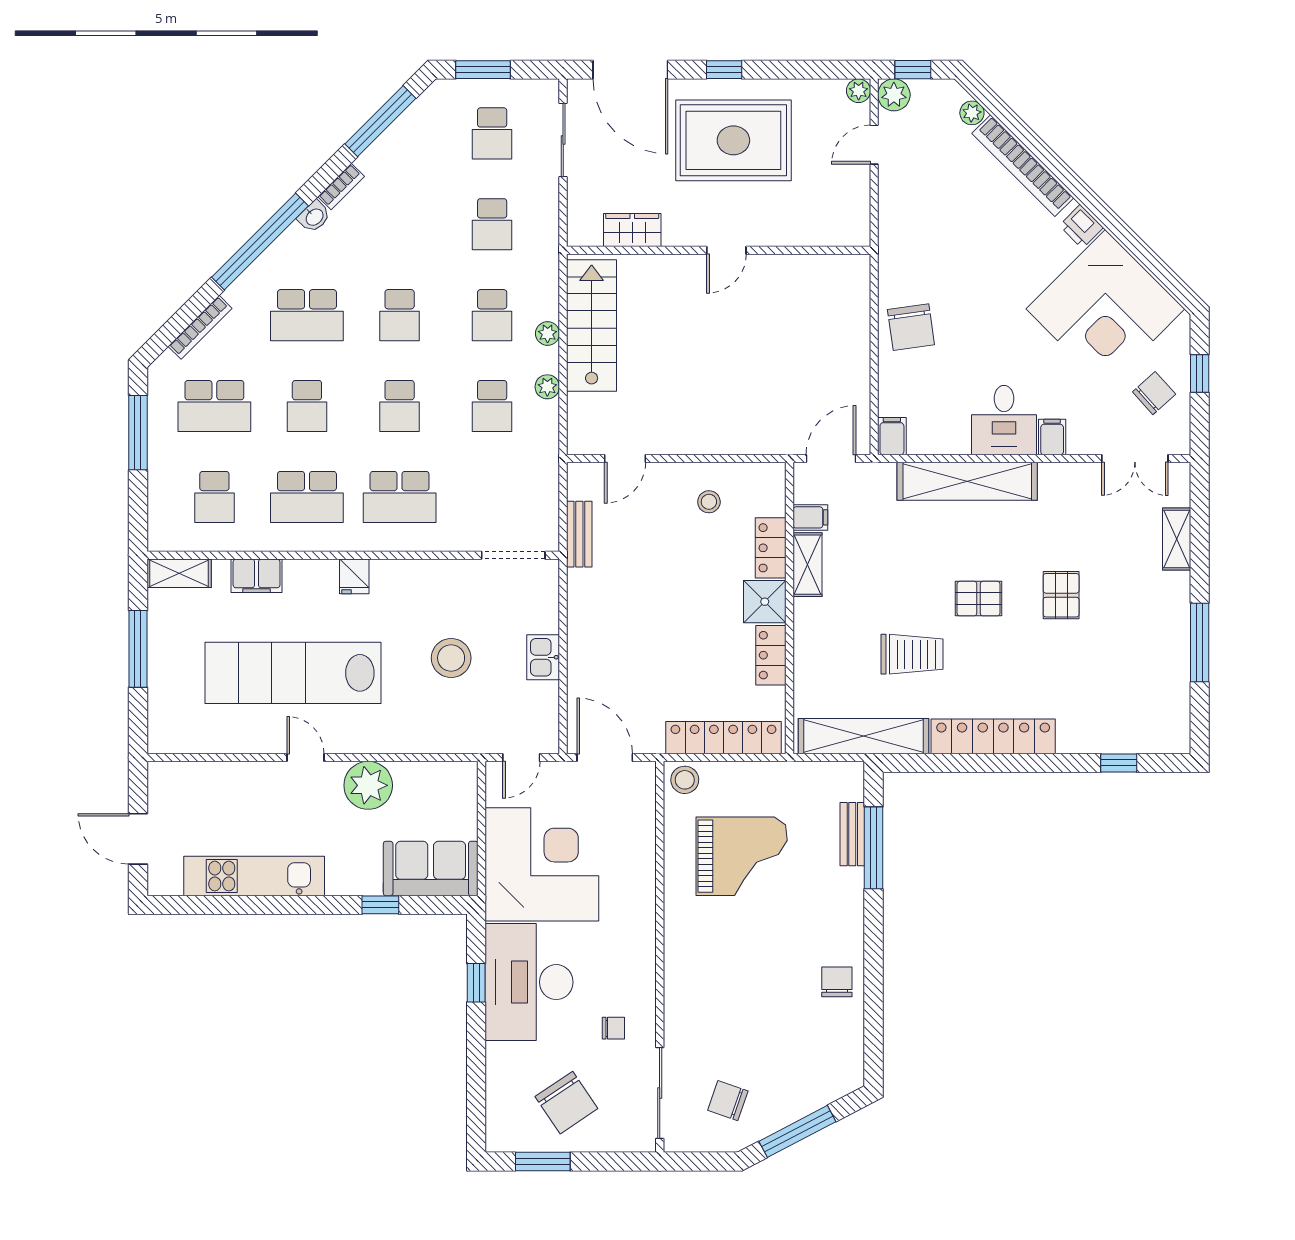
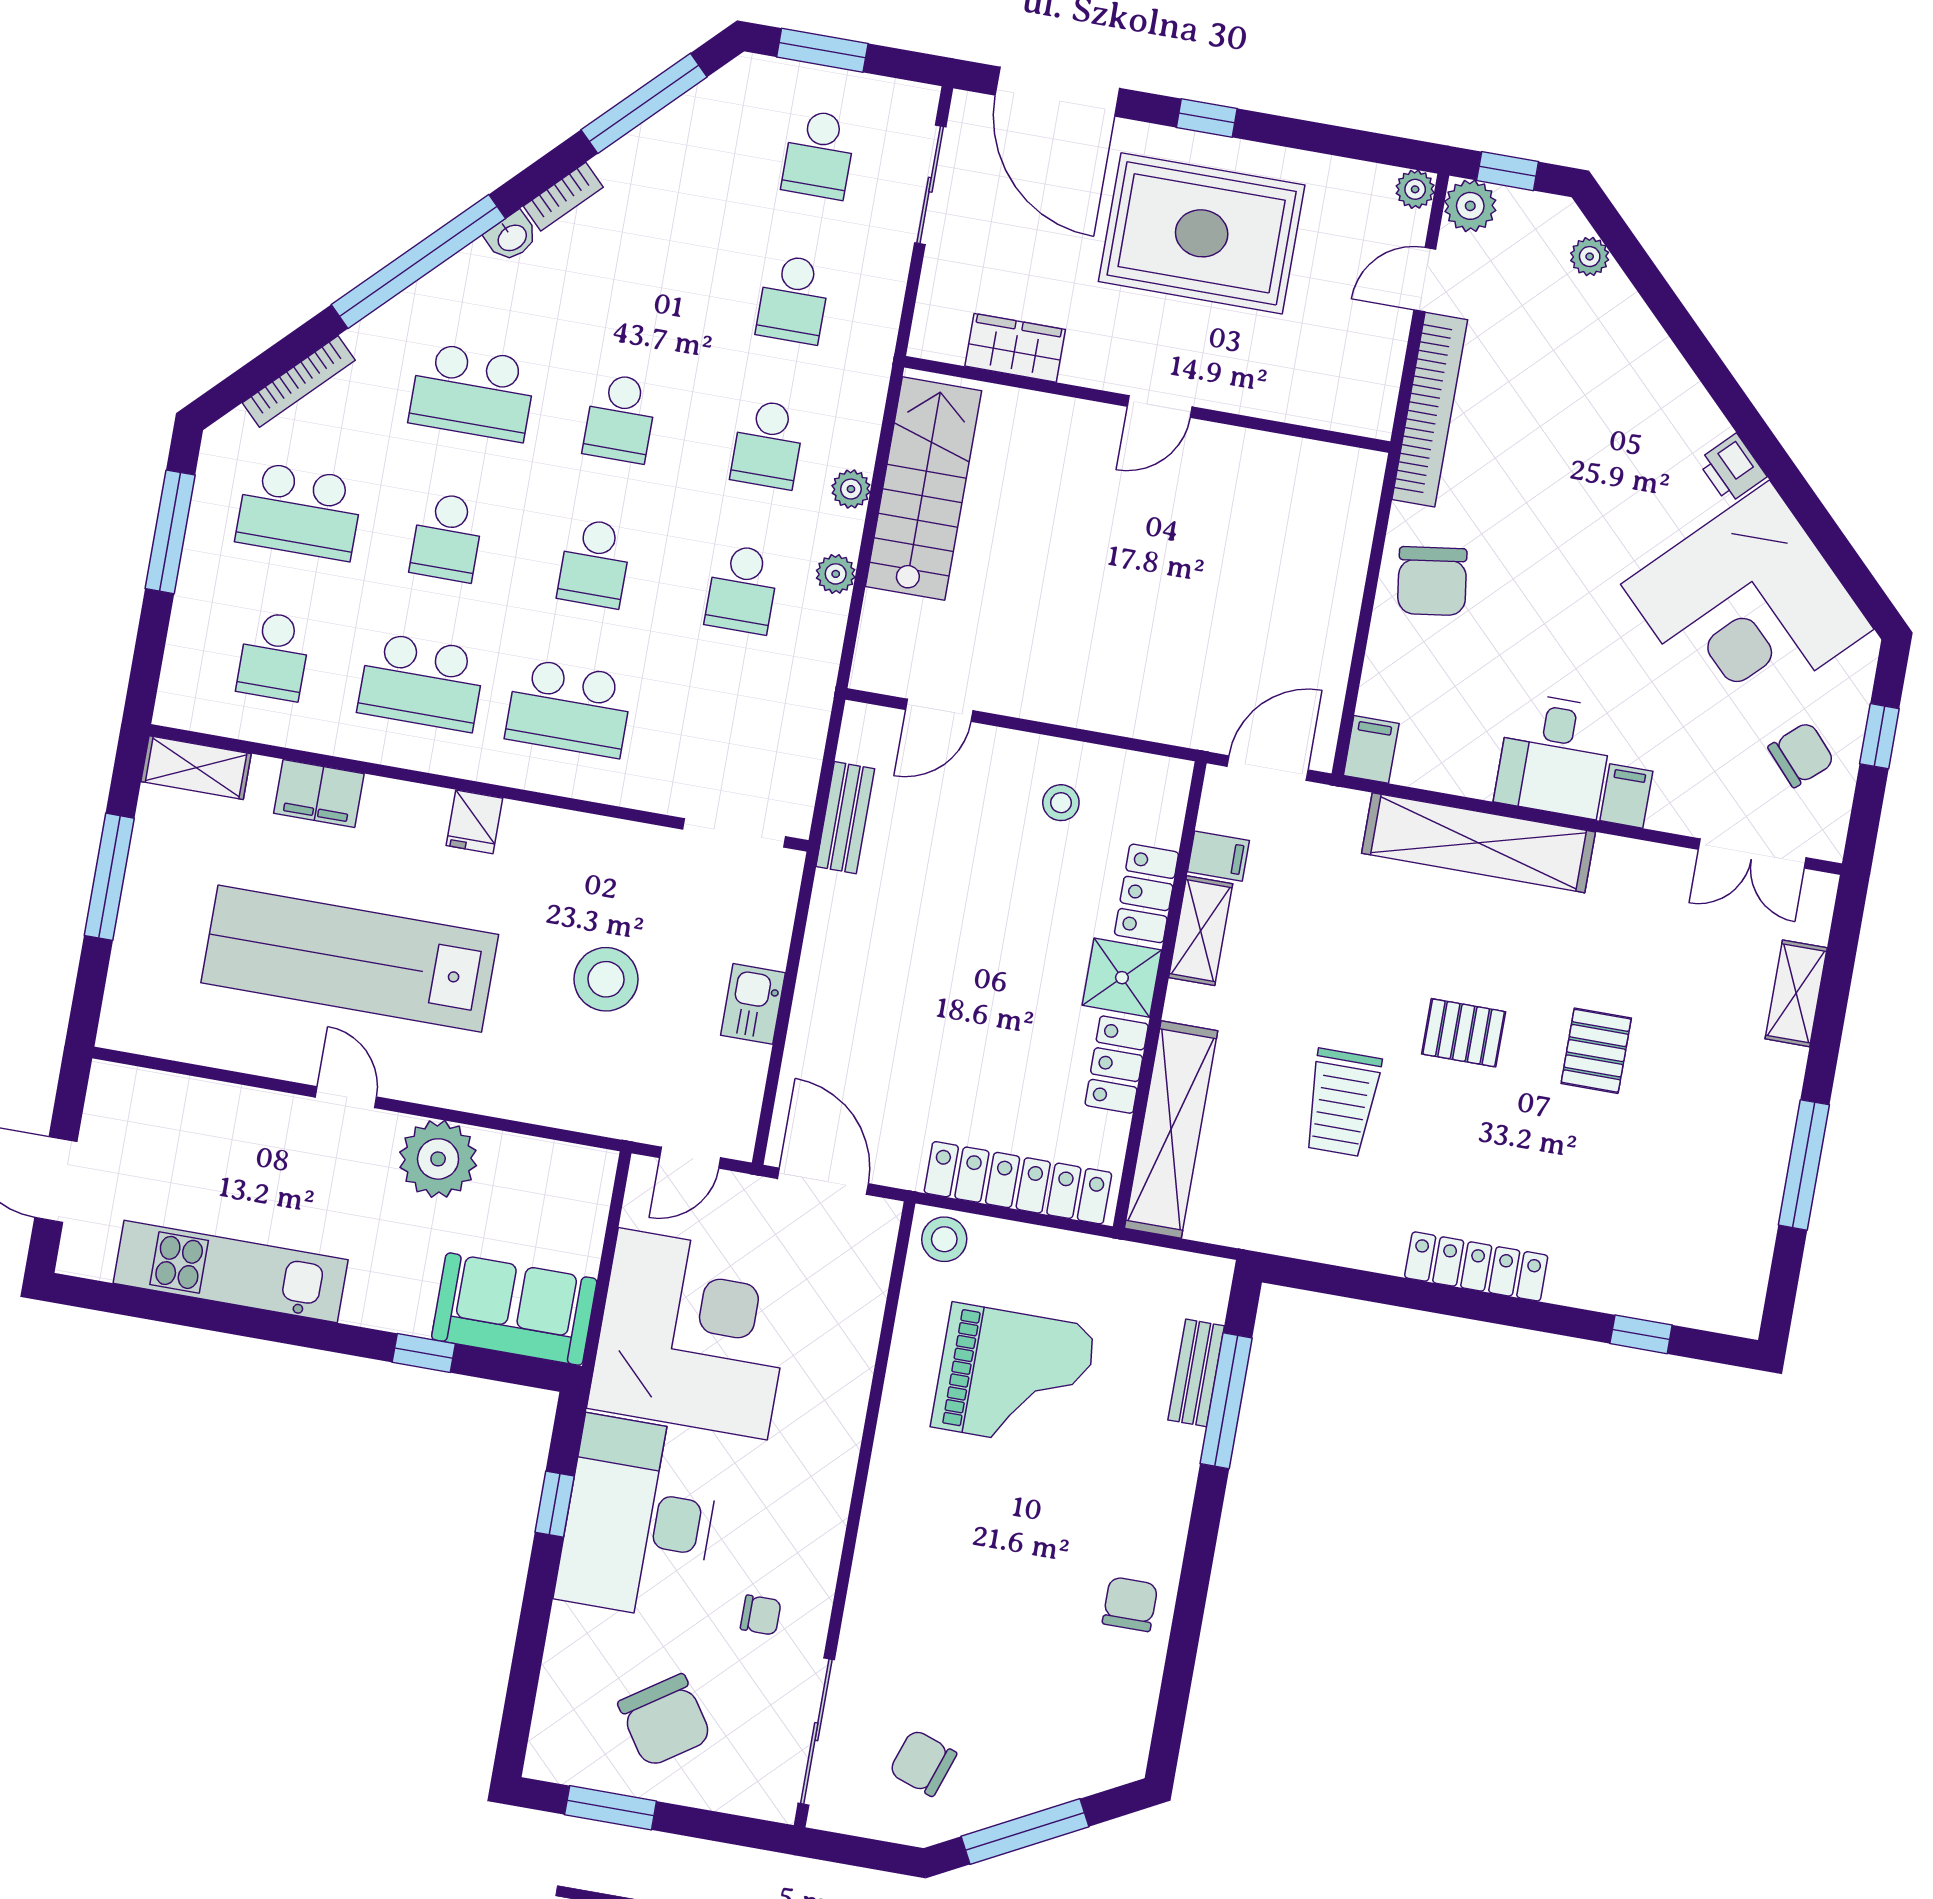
bookcase: (1023, 166) -> (1430, 410), moved, turned -135
trolley: (912, 654) -> (1342, 1103), turned 90
shelving: (863, 736) -> (1171, 1129), moved, turned 90
locker: (993, 736) -> (1476, 1266), width x0.71, depth x0.83

